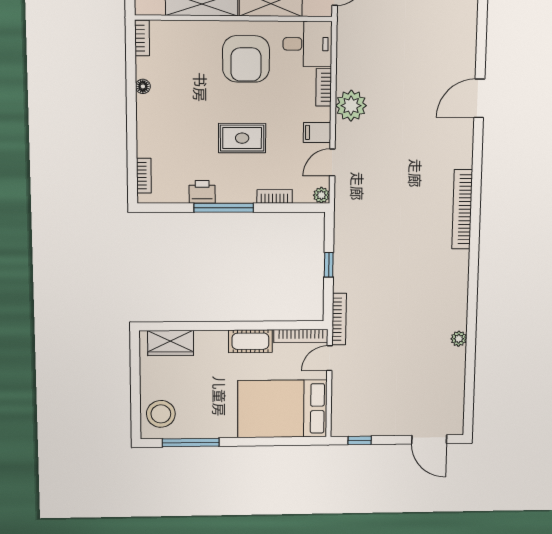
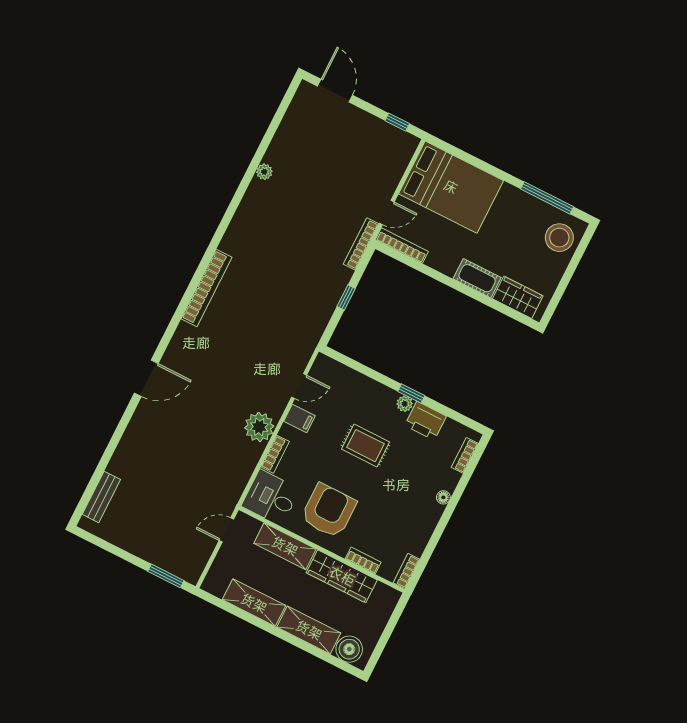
floor lamp: (143, 86) -> (443, 497), moved
printer: (202, 192) -> (425, 421), width x1.36, depth x1.24
plant: (321, 195) -> (405, 404), moved
bookcase: (275, 196) -> (363, 560), moved, turned 180
window: (224, 208) -> (411, 394), width x0.46
cot: (250, 341) -> (477, 278), moved

